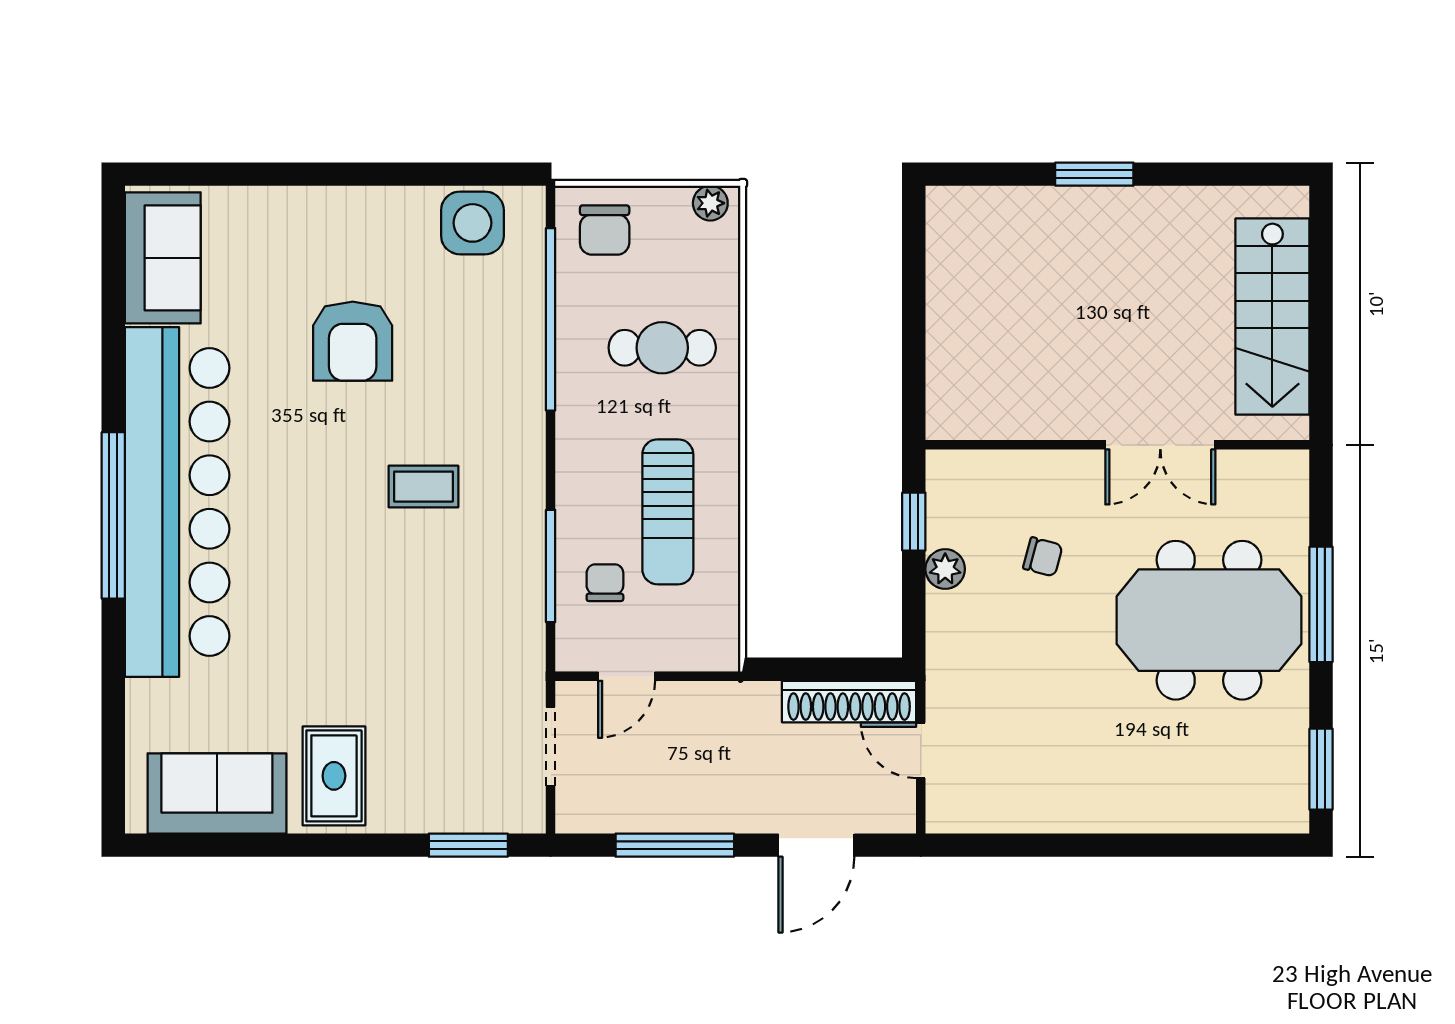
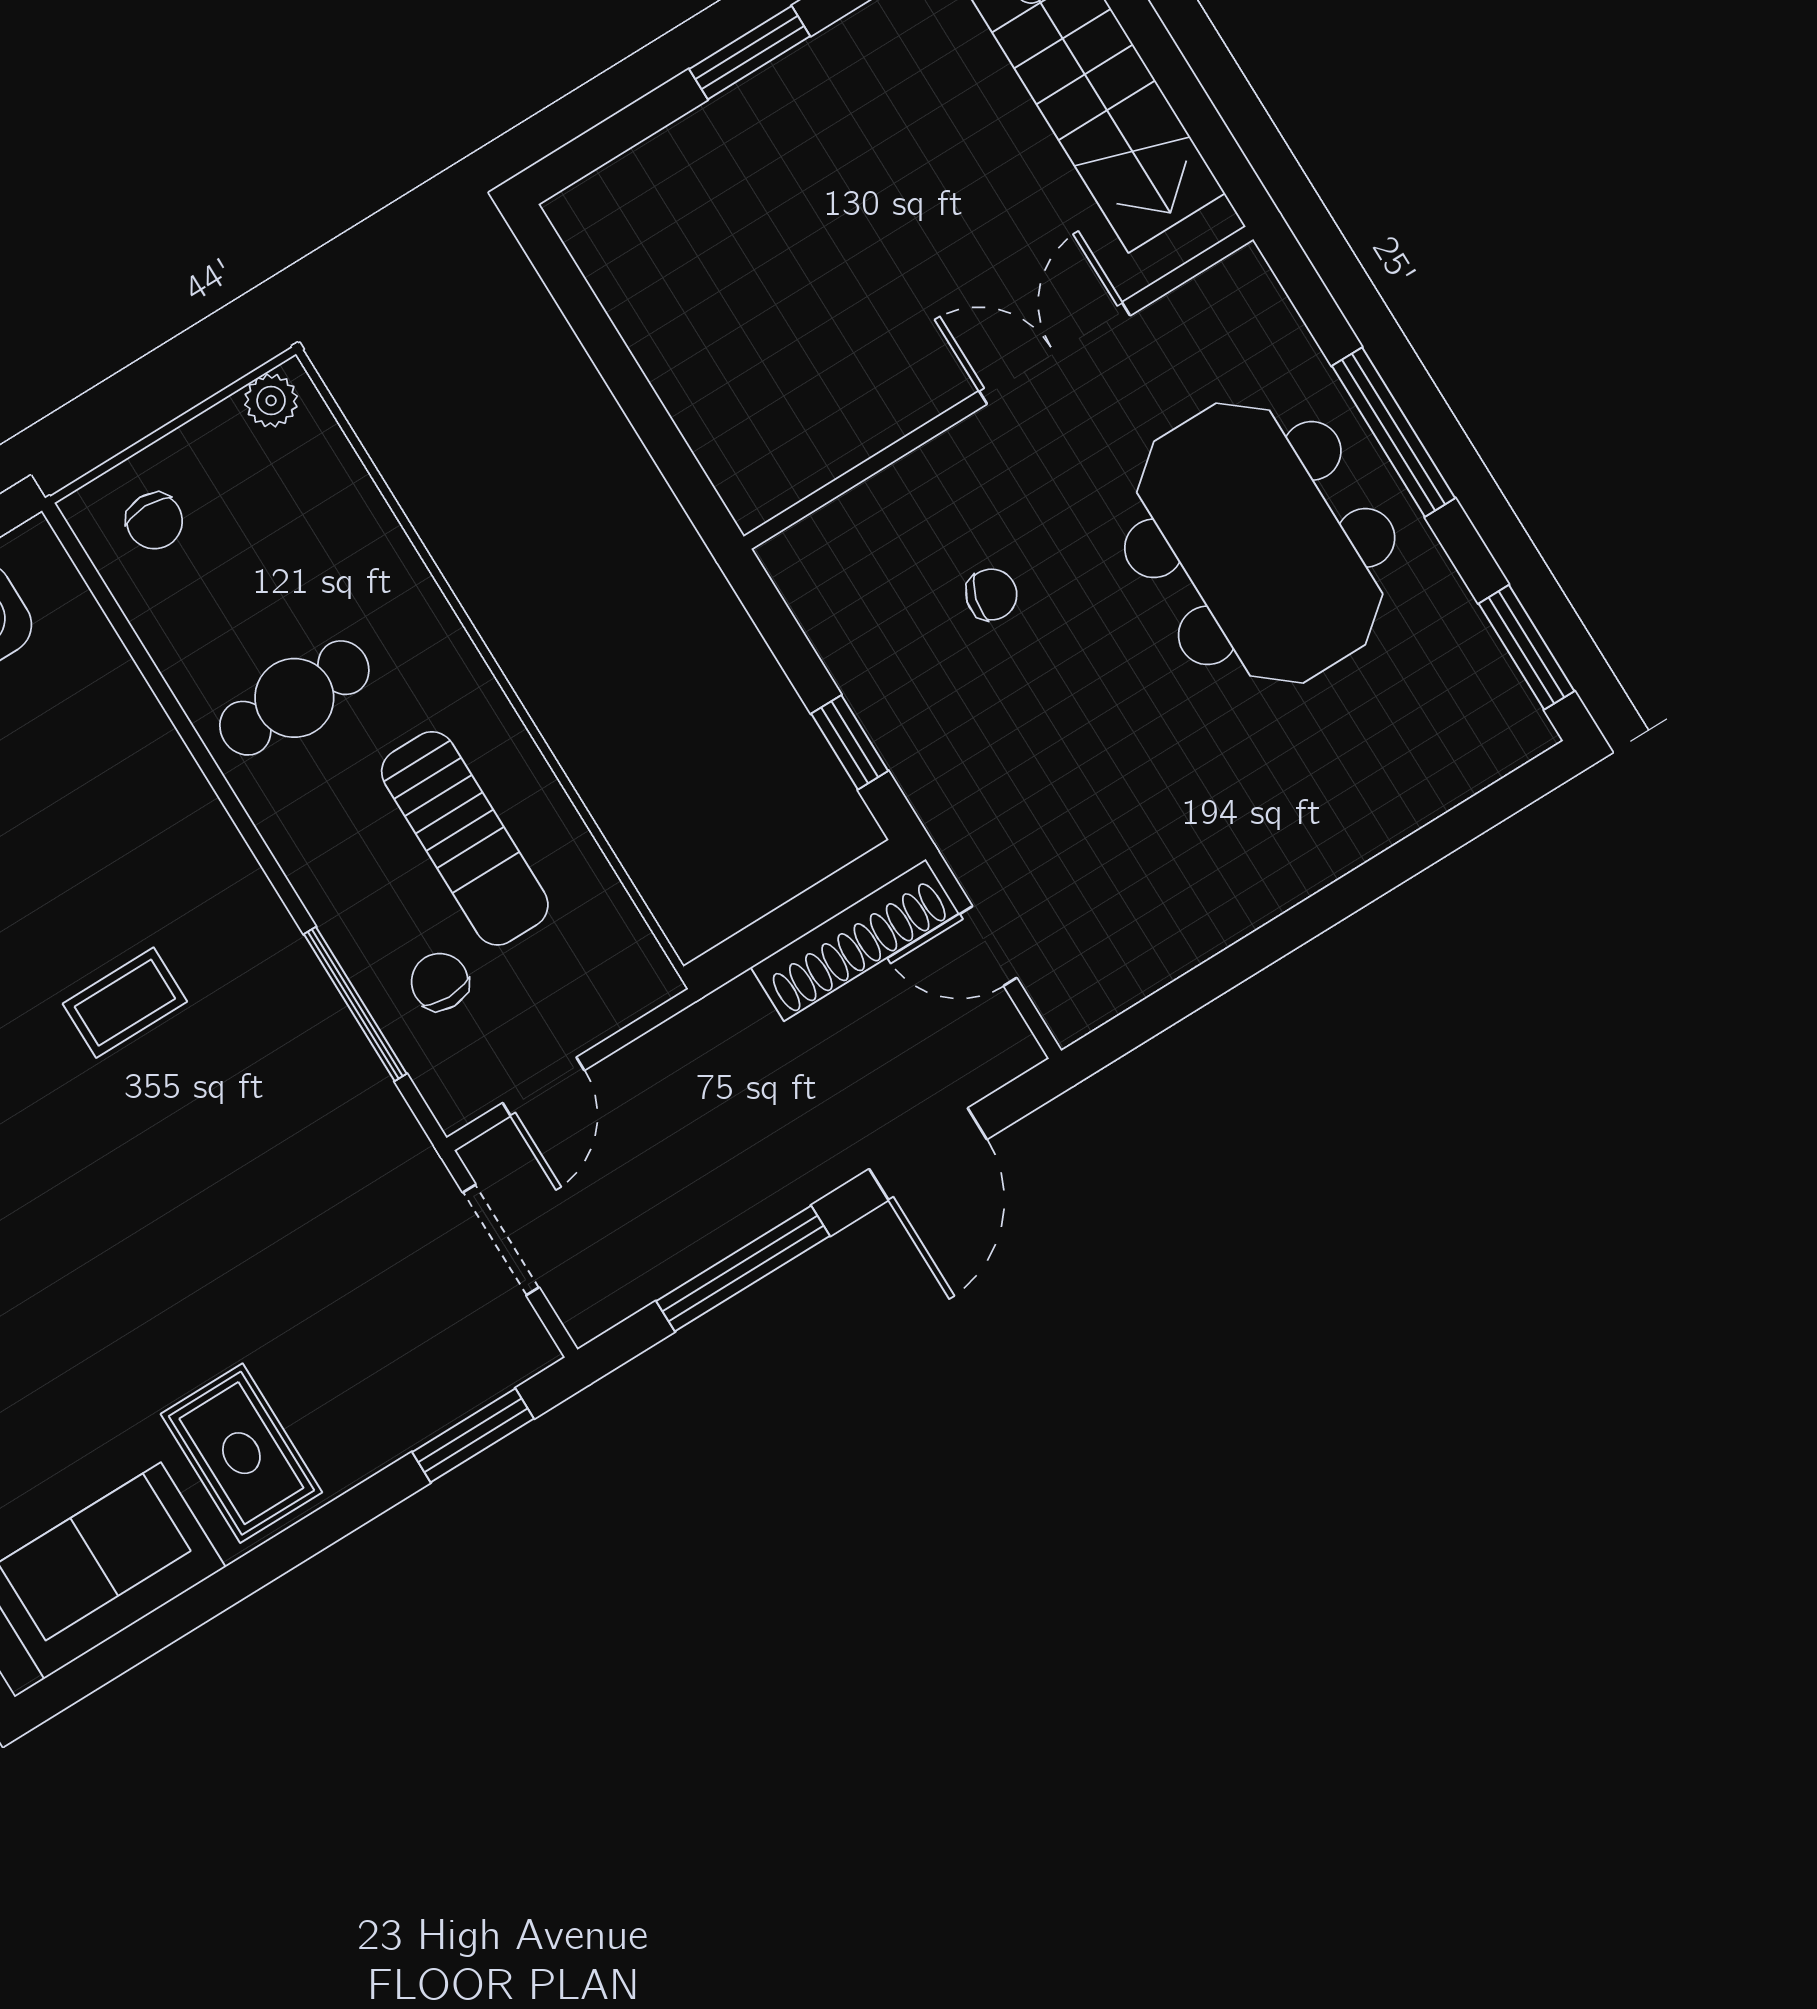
chair: (605, 230) -> (155, 521), width x0.73, depth x0.73
window: (551, 319) -> (156, 681), removed
cafe table: (662, 348) -> (294, 698), moved
double door: (1160, 445) -> (1055, 353), swing flipped
window: (914, 522) -> (850, 742), moved
plant: (945, 569) -> (874, 689), removed
meeting table: (1209, 620) -> (1260, 543), turned 90

